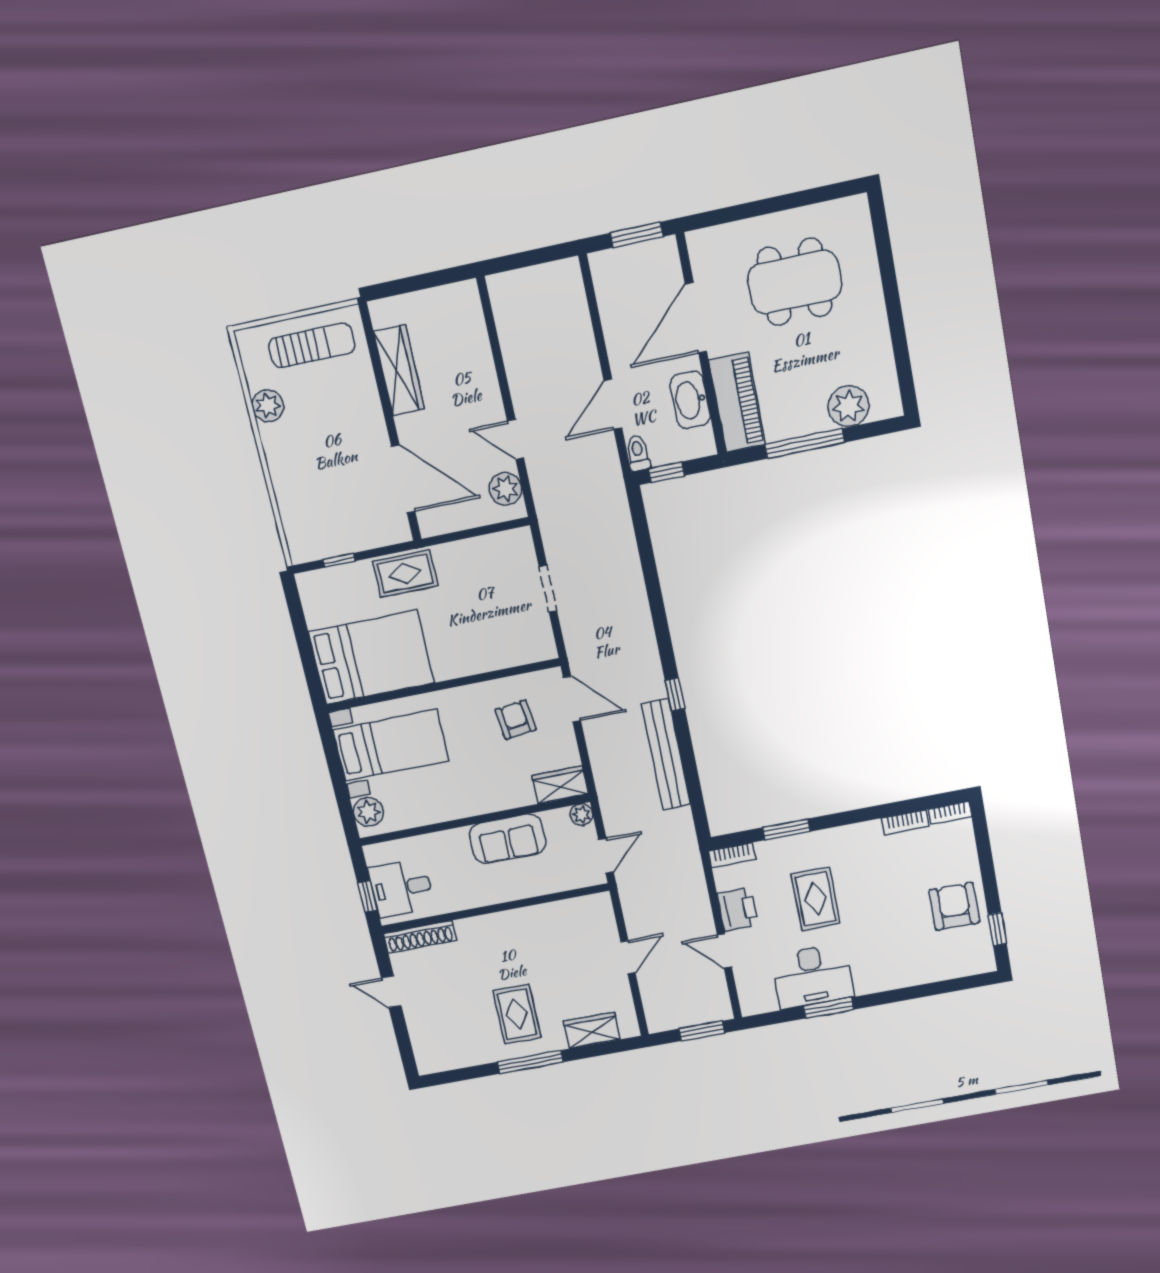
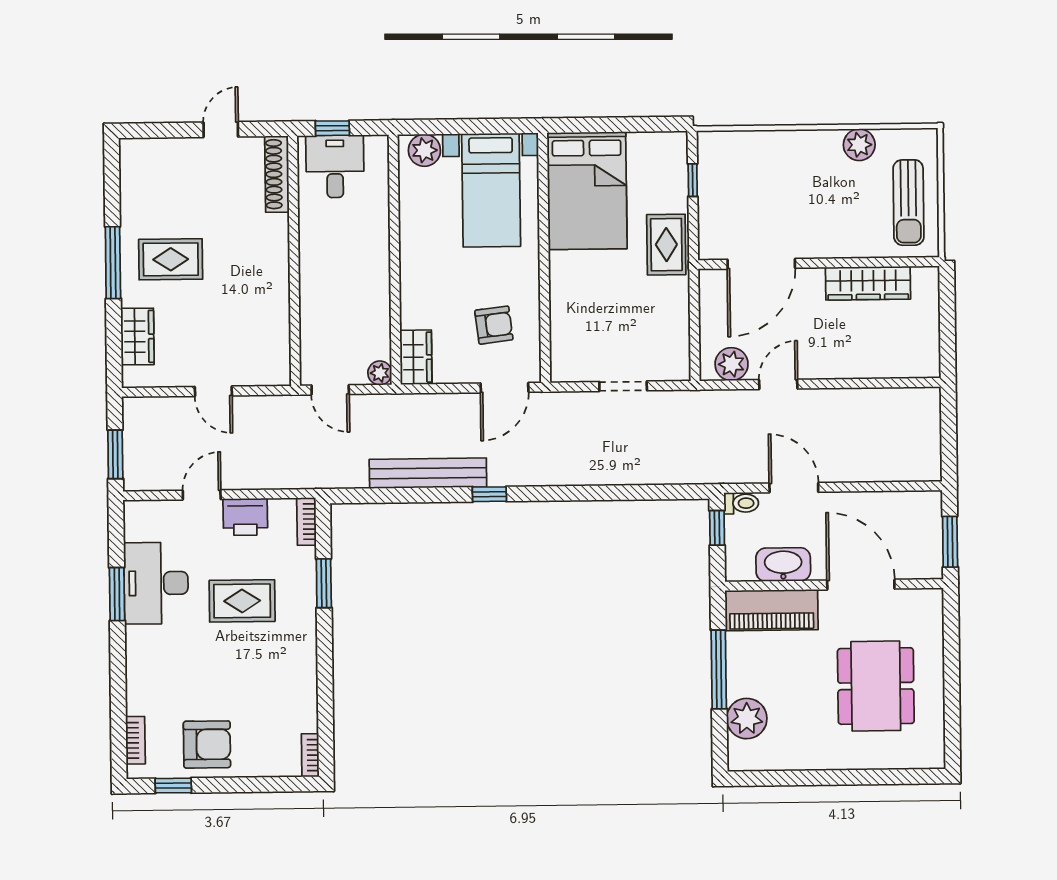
bookcase: (905, 822) -> (135, 740), moved, turned 180
sofa: (508, 839) -> (368, 290), removed

